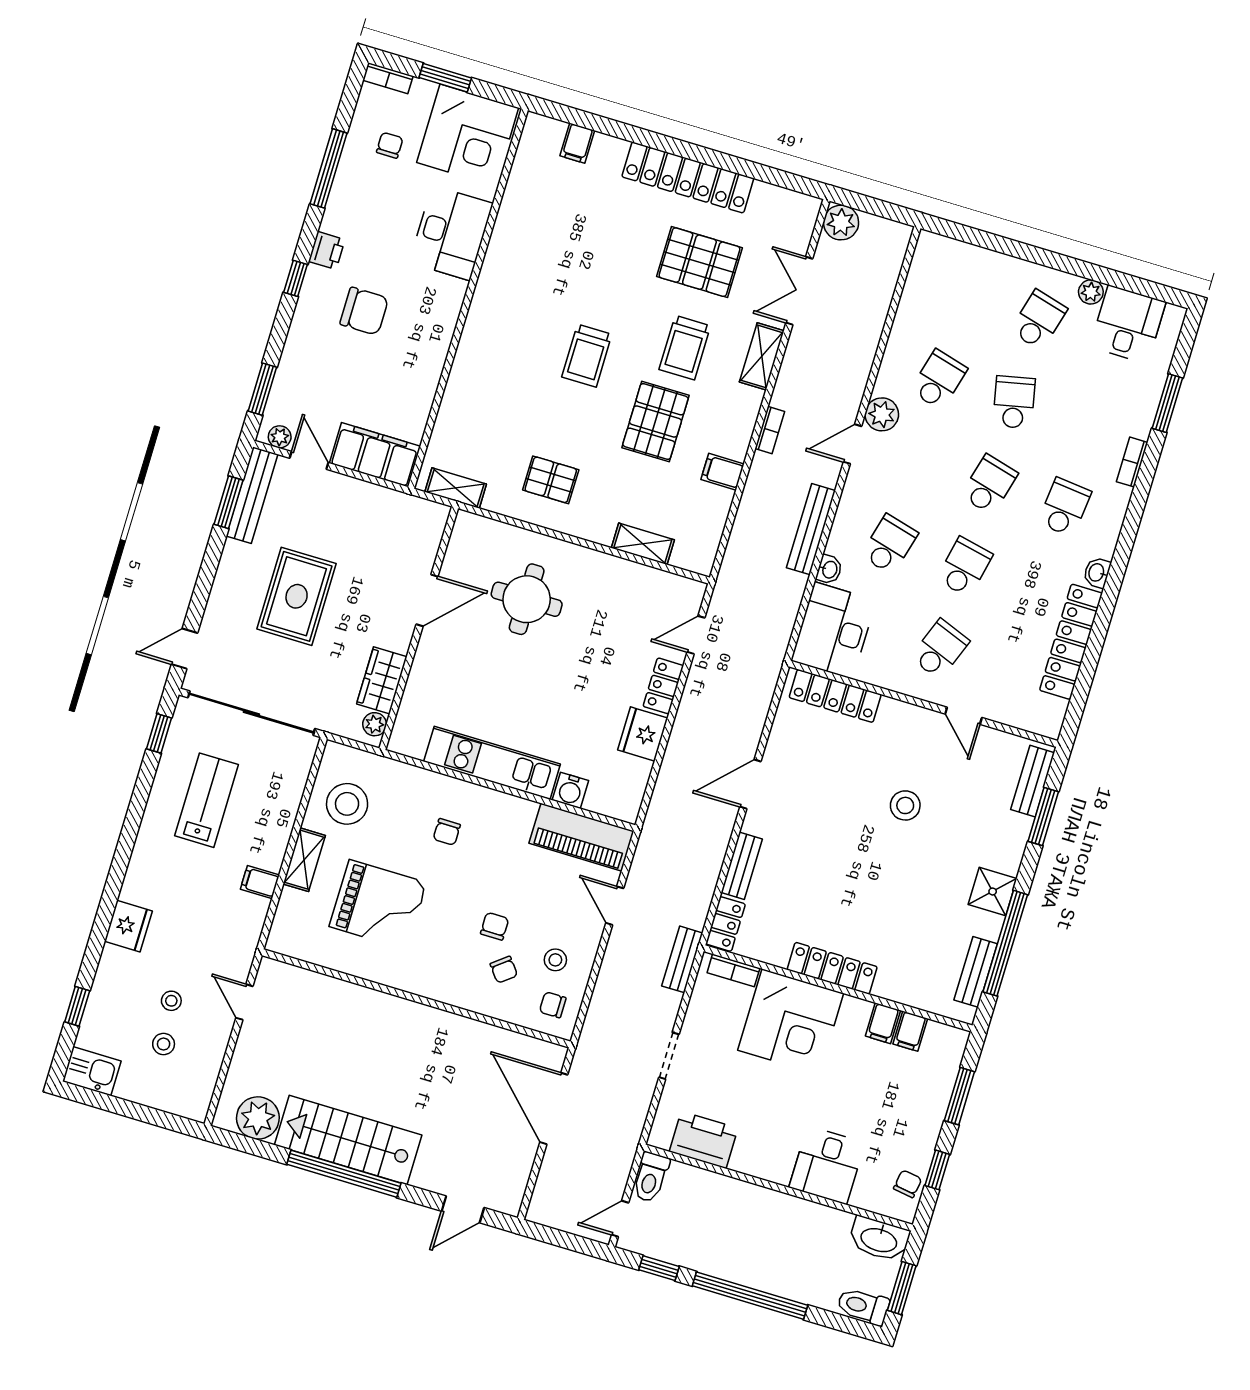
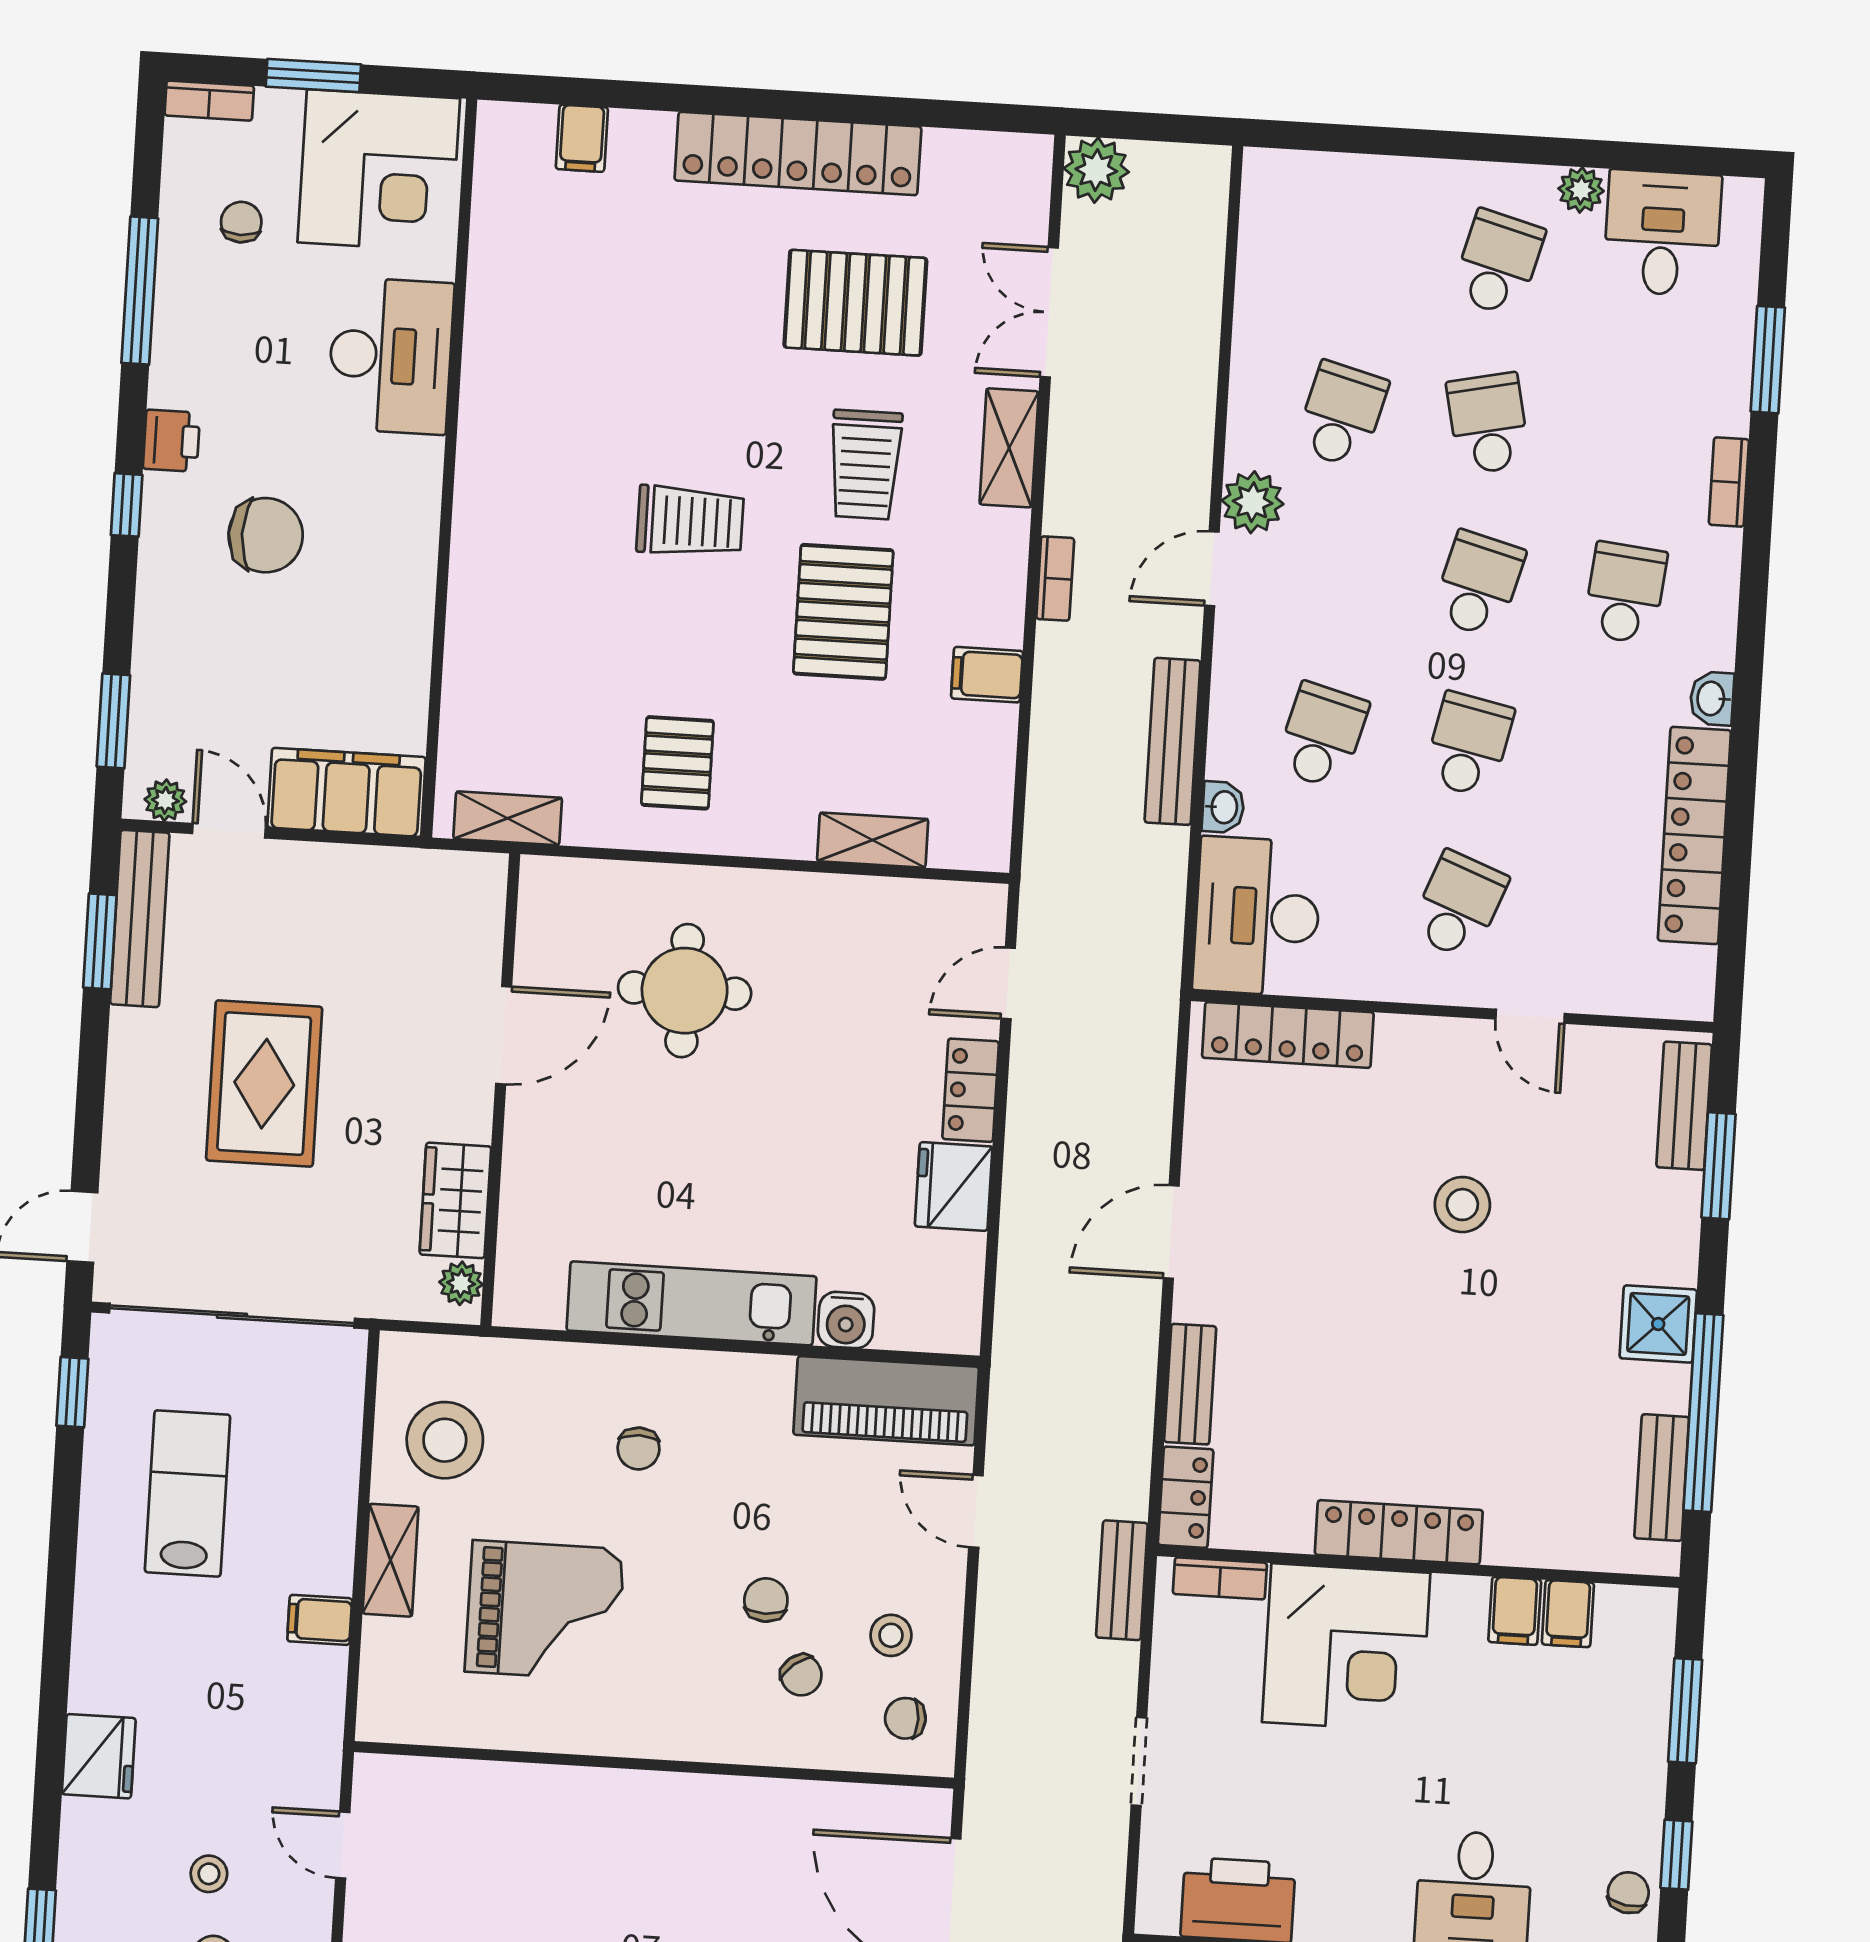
trolley: (587, 356) -> (690, 521), turned -90
pallet: (551, 480) -> (677, 763), turned 90

